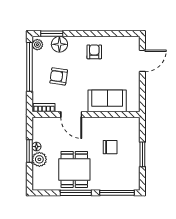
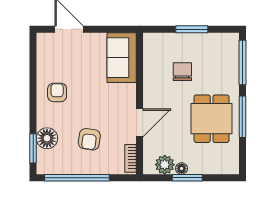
plant: (37, 45) -> (47, 167), removed
armchair: (94, 52) -> (57, 92), turned 90
sofa: (107, 101) -> (122, 58), moved
plant: (39, 159) -> (165, 165), moved
dining table: (74, 169) -> (212, 119), turned 90

